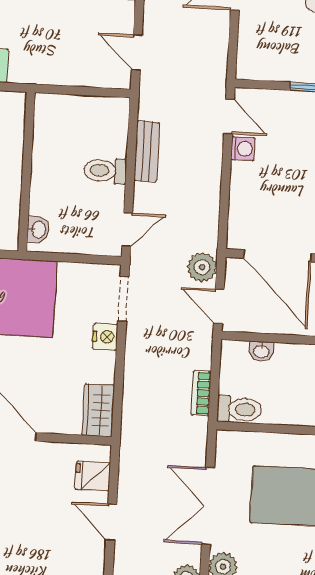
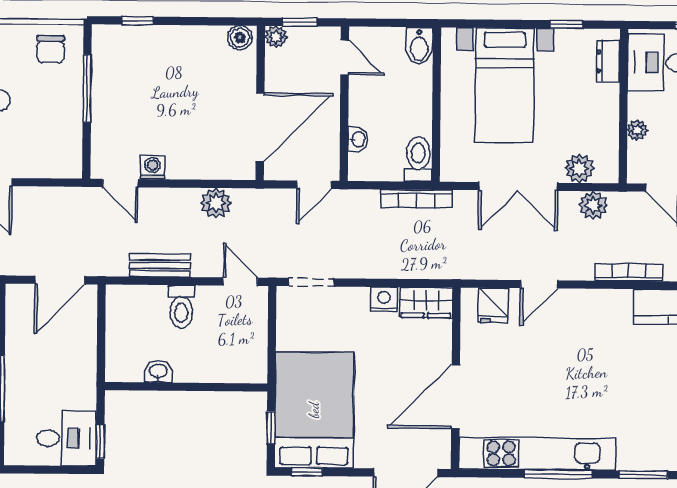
door: (137, 53) -> (60, 280), width x1.38
door: (229, 116) -> (120, 183), swing flipped
washbasin: (38, 230) -> (158, 372), moved
plant: (202, 267) -> (216, 203), moved
nightstand: (105, 337) -> (384, 299), moved
bookcase: (201, 393) -> (416, 199), width x1.56

